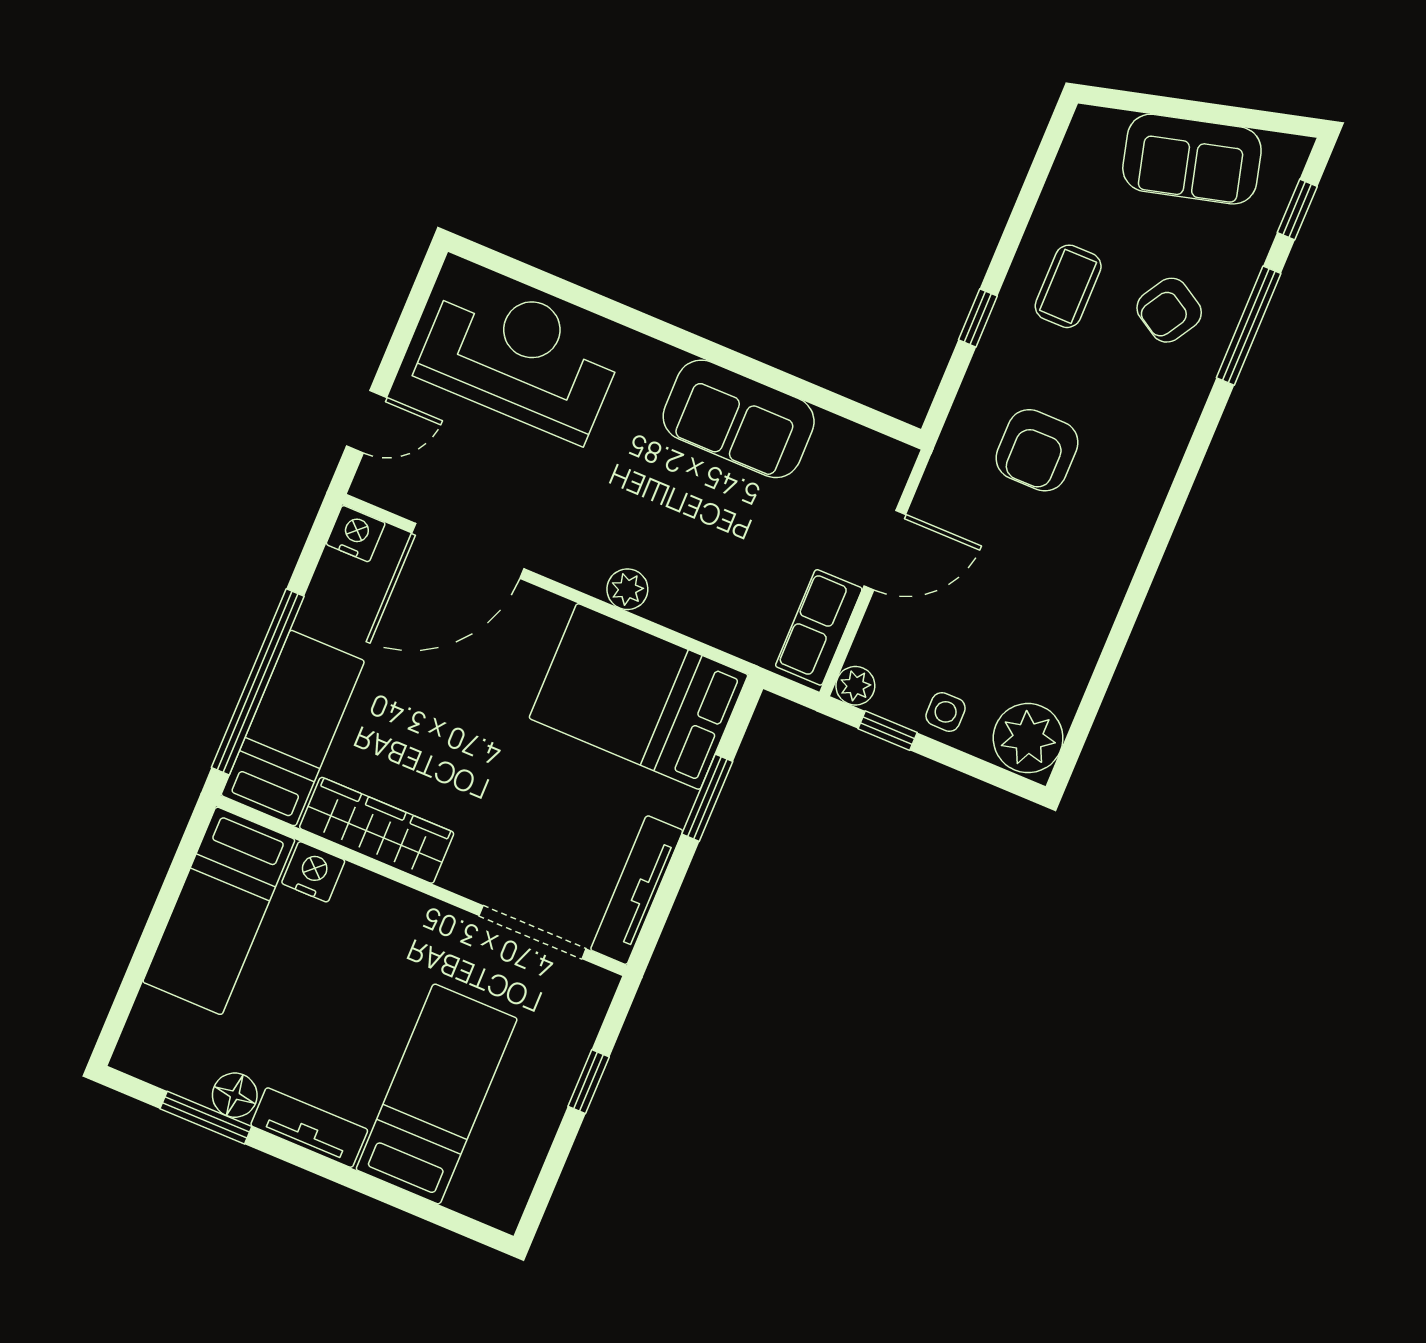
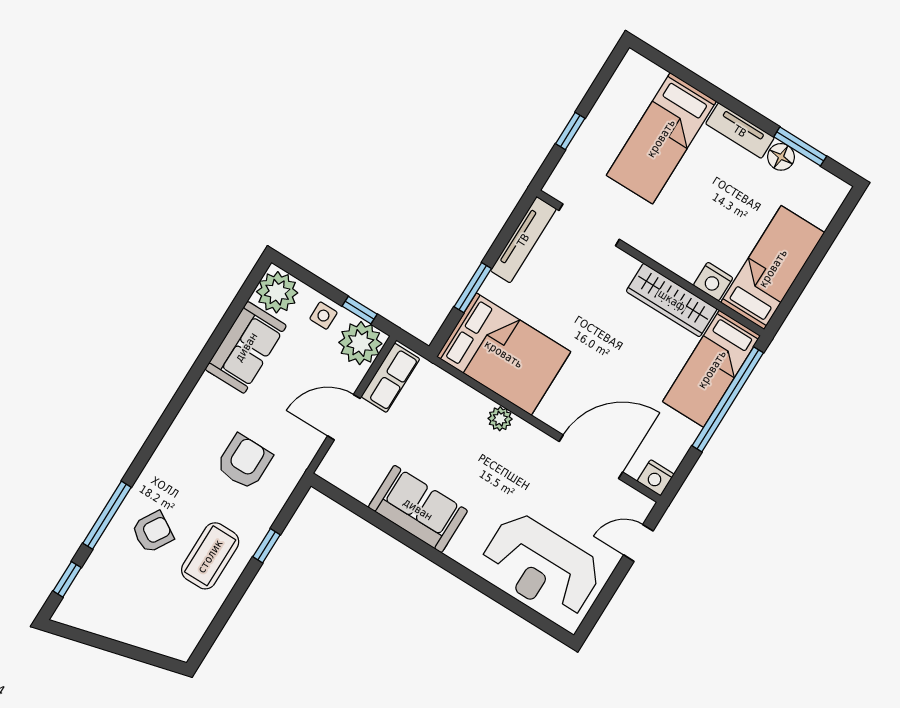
sofa: (1192, 159) -> (246, 347), moved, turned 105
coffee table: (1068, 286) -> (210, 556), width x1.36, depth x1.30
plant: (855, 686) -> (360, 343), width x1.88, depth x1.88

